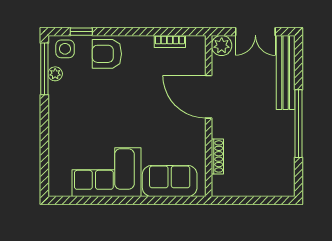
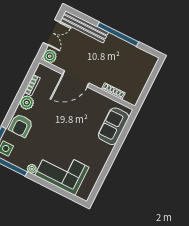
plant: (142, 46) -> (27, 103), added
plant: (55, 74) -> (32, 169), moved
corner sofa: (107, 172) -> (62, 171), moved, turned 90

